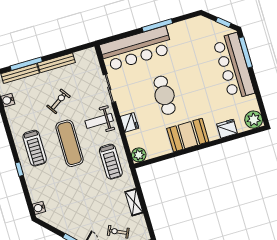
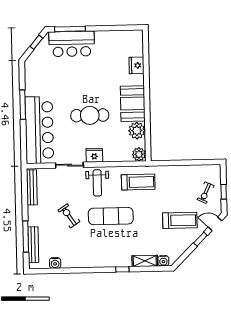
bench: (56, 63) -> (32, 187), moved
bar counter: (234, 66) -> (72, 44), width x0.73
plant: (254, 120) -> (137, 131), moved
fridge: (129, 122) -> (94, 155), moved
treadmill: (35, 148) -> (180, 220), moved
shelving: (134, 202) -> (145, 261), moved

